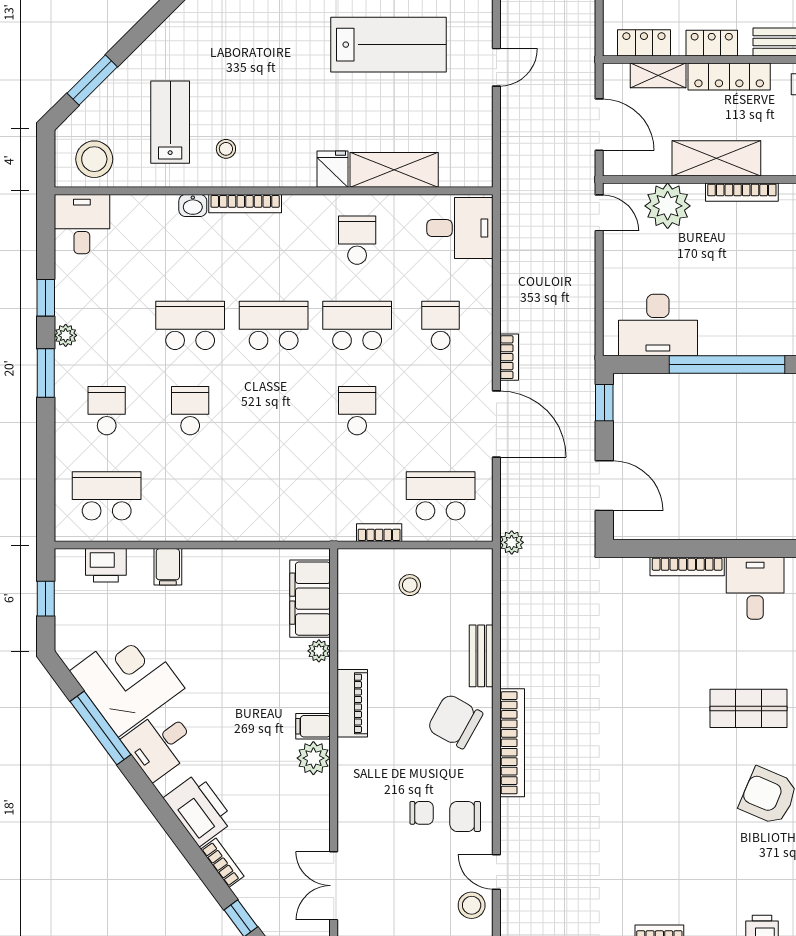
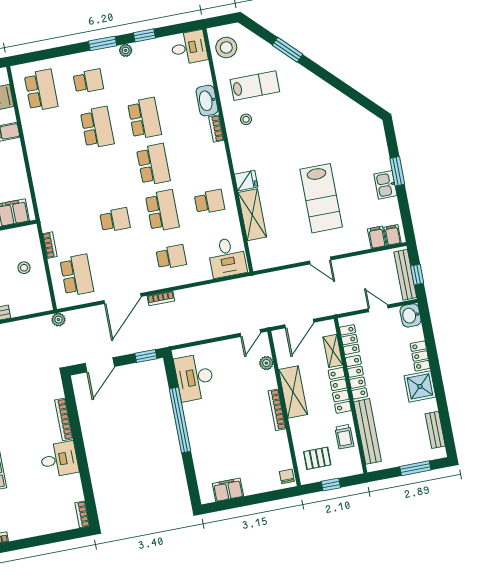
locker: (712, 43) -> (356, 377), width x1.53
window: (92, 80) -> (288, 50), moved
bookcase: (245, 204) -> (216, 129), width x0.64
washbasin: (193, 206) -> (207, 101), width x1.91, depth x1.45
plant: (668, 206) -> (266, 363), width x0.53, depth x0.53
school desk: (190, 411) -> (97, 127), width x1.85

